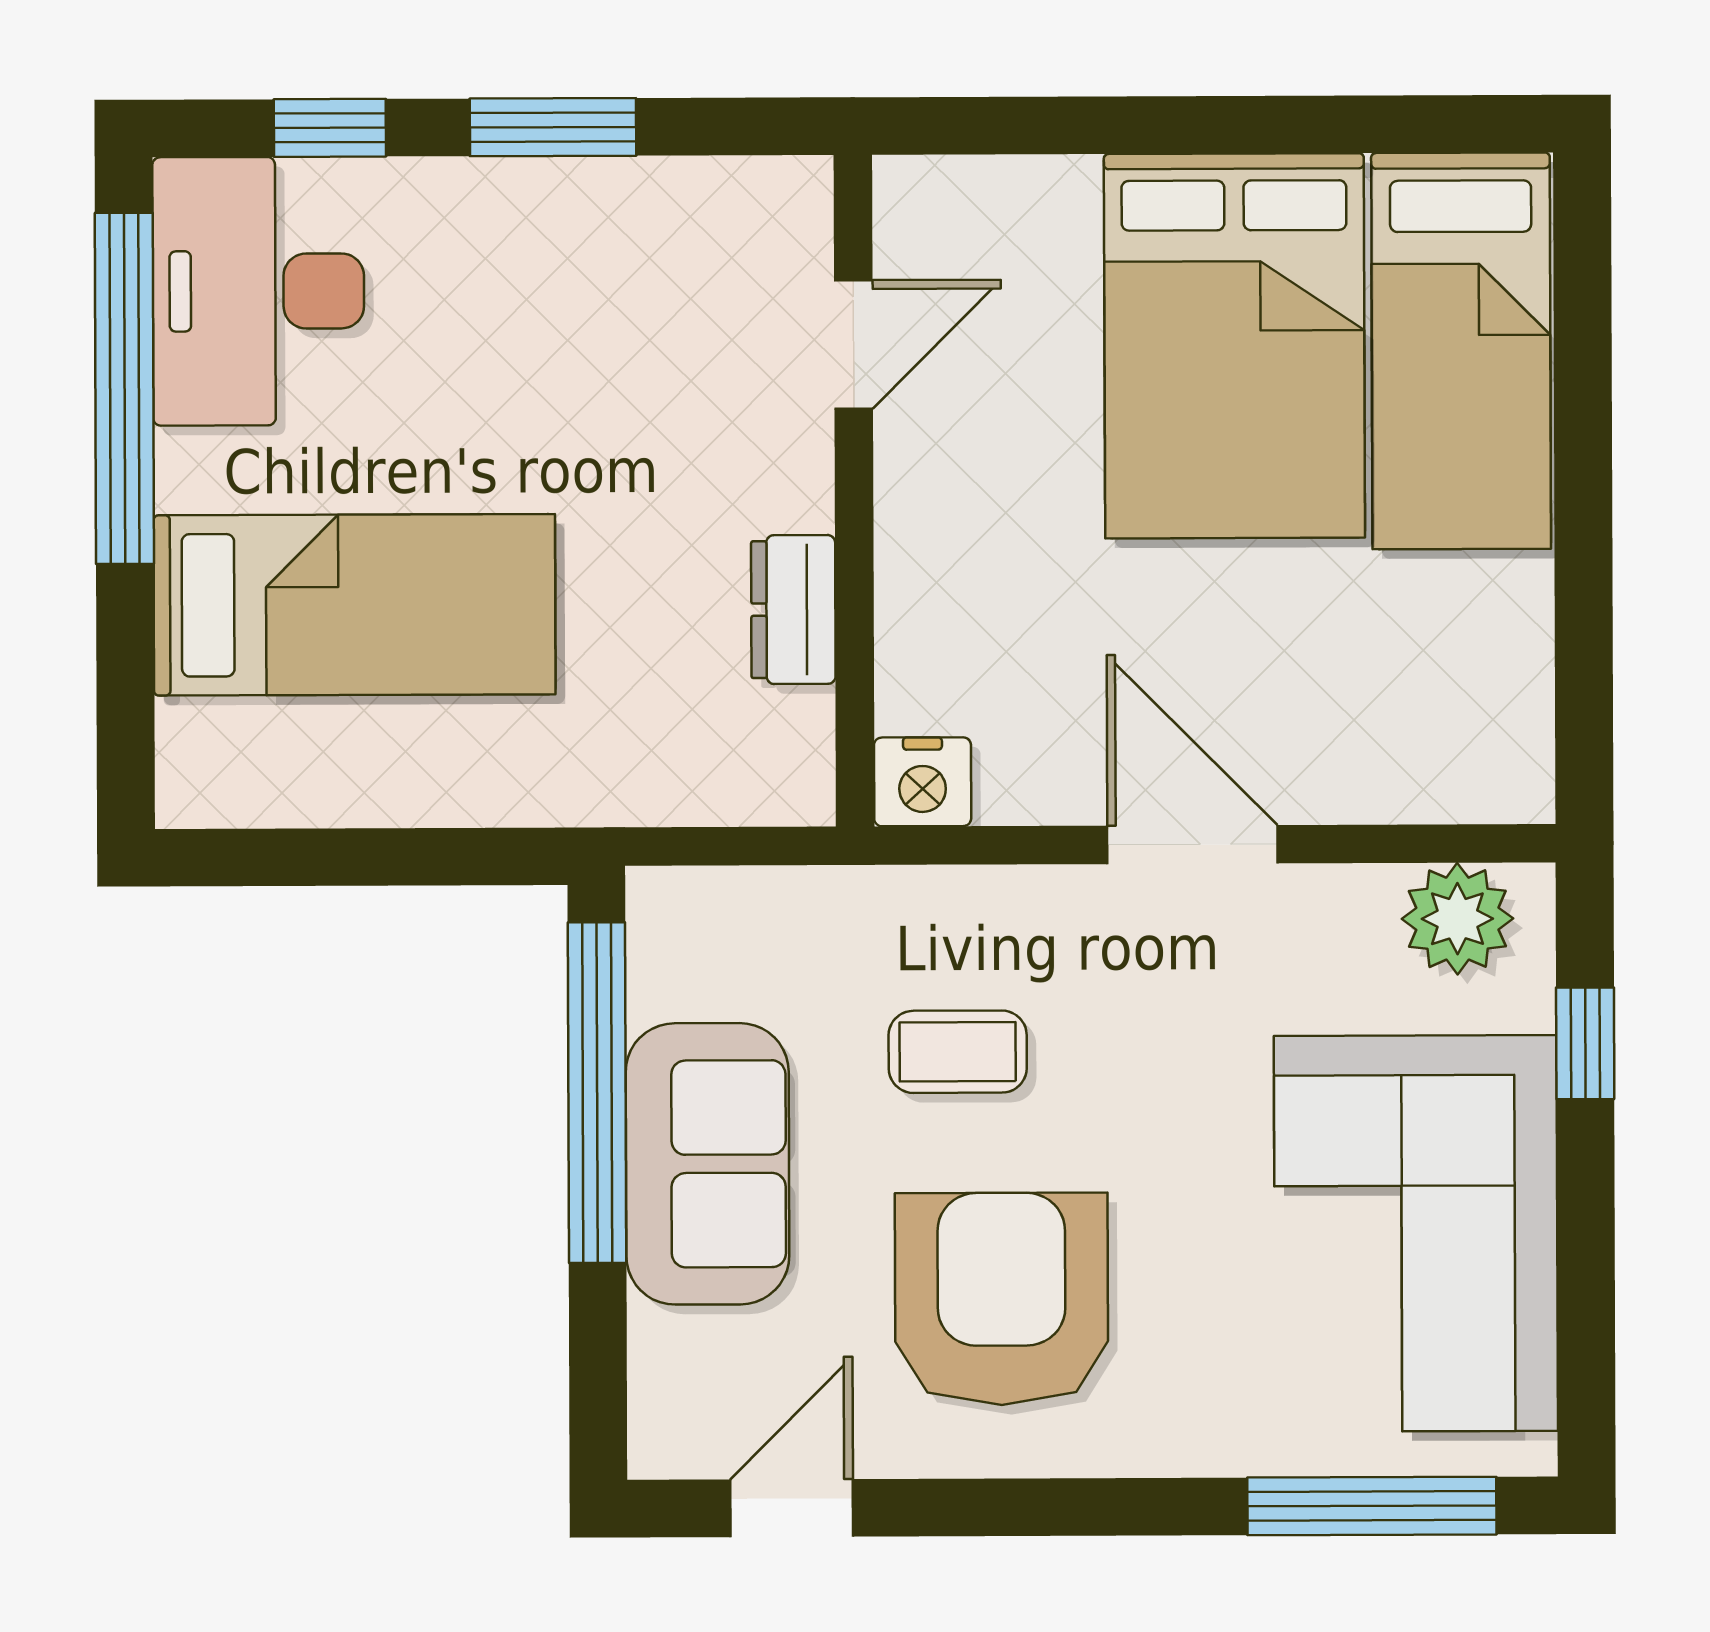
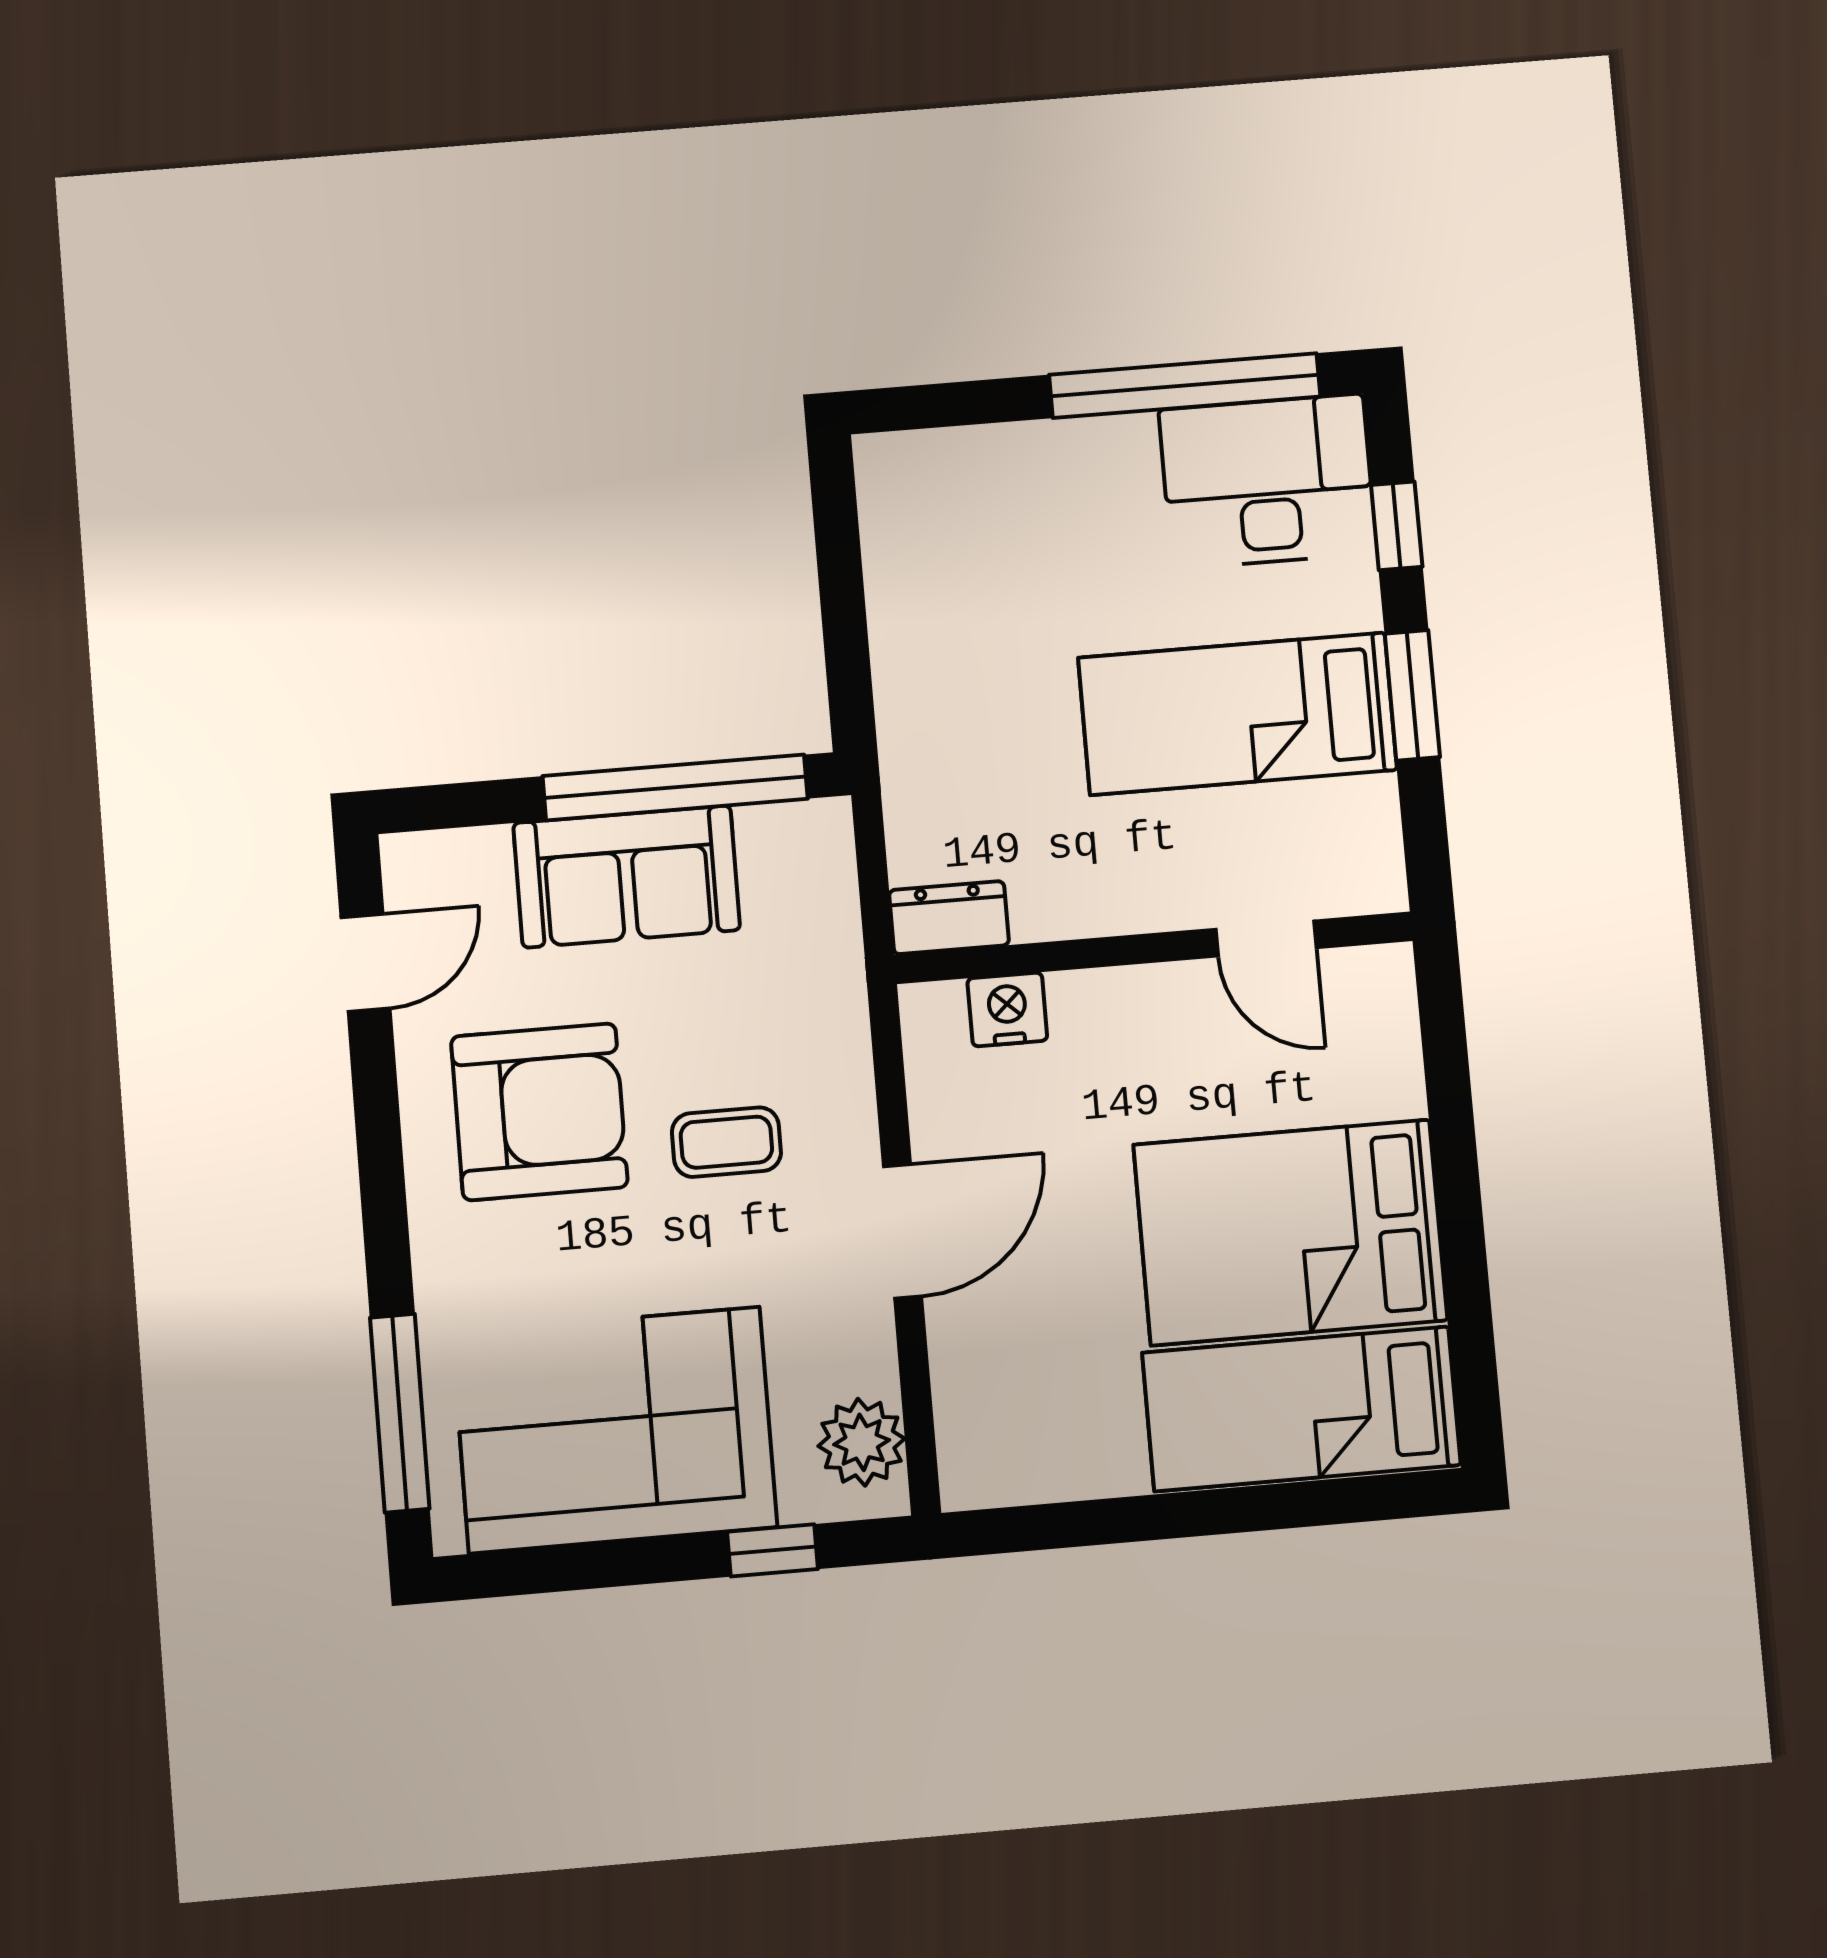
bed: (355, 605) -> (1238, 714), moved, turned 90
dresser: (793, 610) -> (949, 918), moved
nightstand: (923, 782) -> (1007, 1009), moved, turned 90
coffee table: (958, 1052) -> (726, 1142), moved, turned 90
door: (792, 1508) -> (366, 963), hinge flipped

